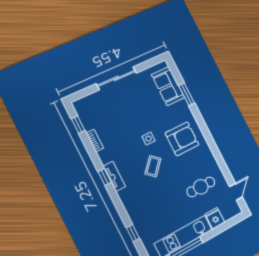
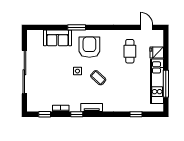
sliding door: (116, 78) -> (24, 72), width x1.36
sofa: (168, 86) -> (58, 38), moved
window: (186, 94) -> (77, 27), moved
window: (105, 177) -> (77, 114), moved

